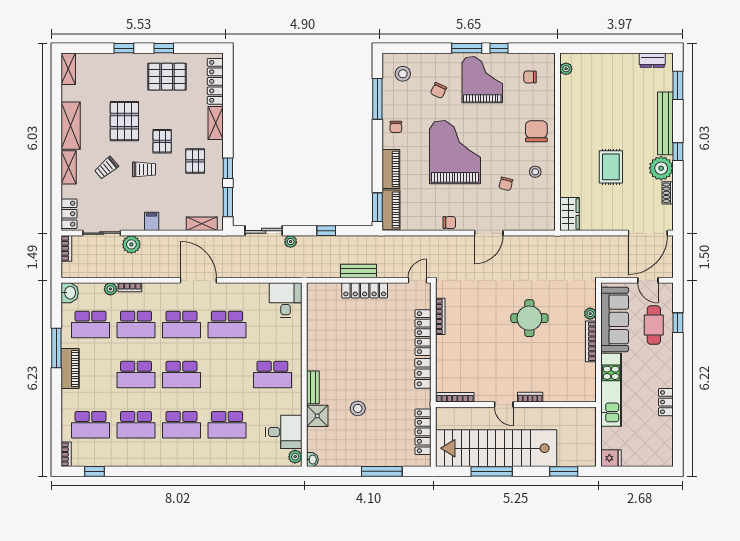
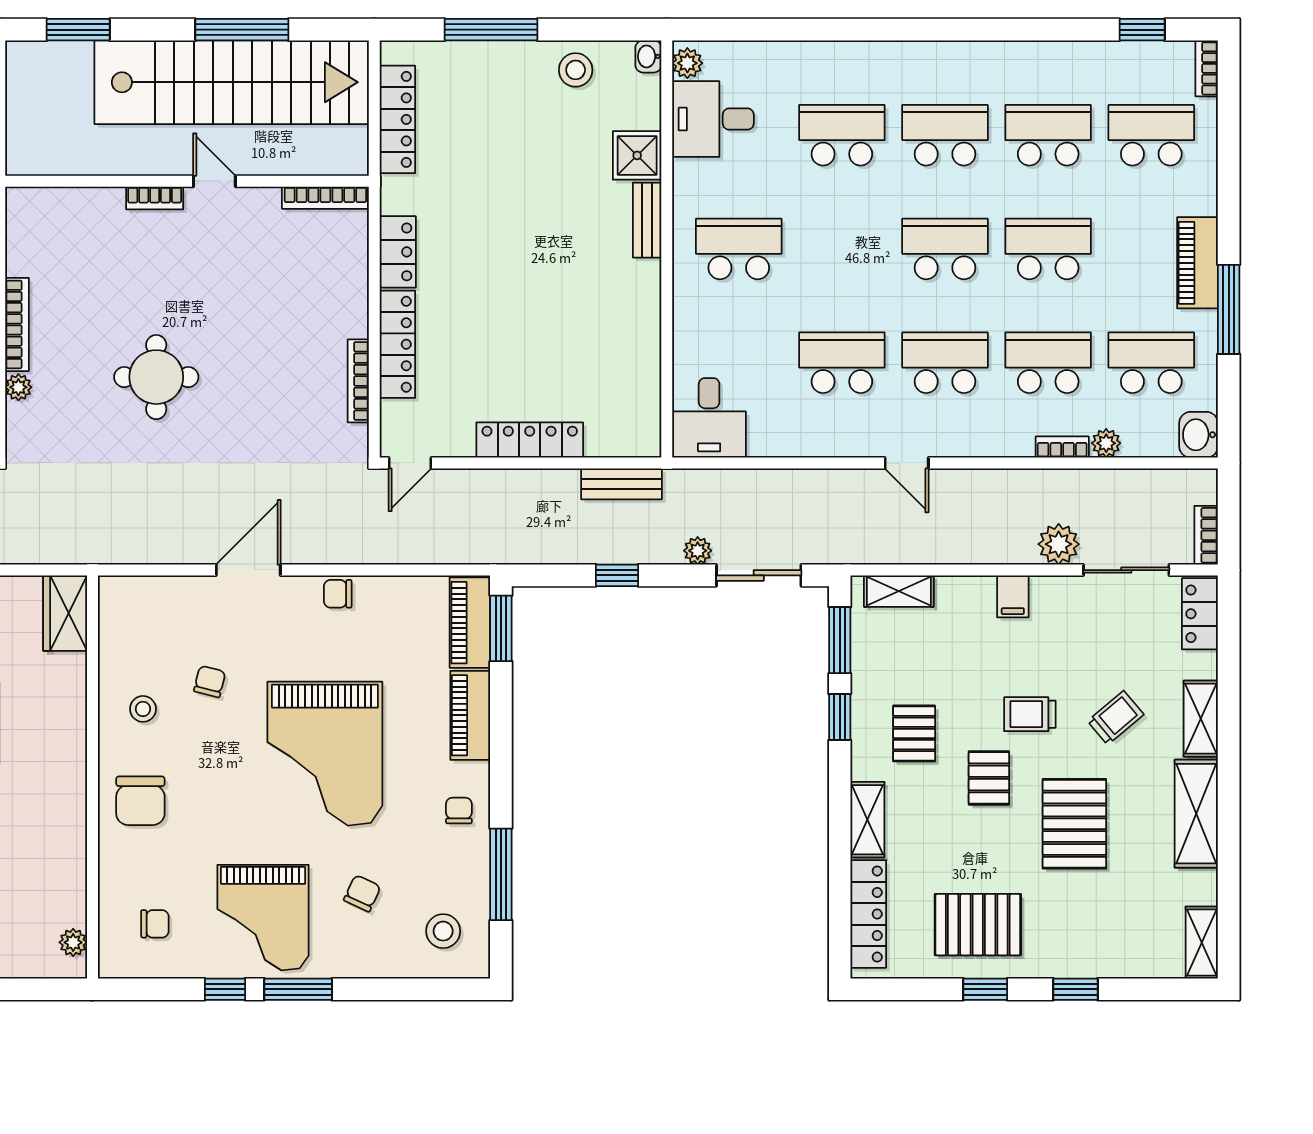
bench: (358, 271) -> (622, 484), moved
door: (198, 280) -> (907, 463), width x0.53
stool: (358, 408) -> (576, 70), moved

